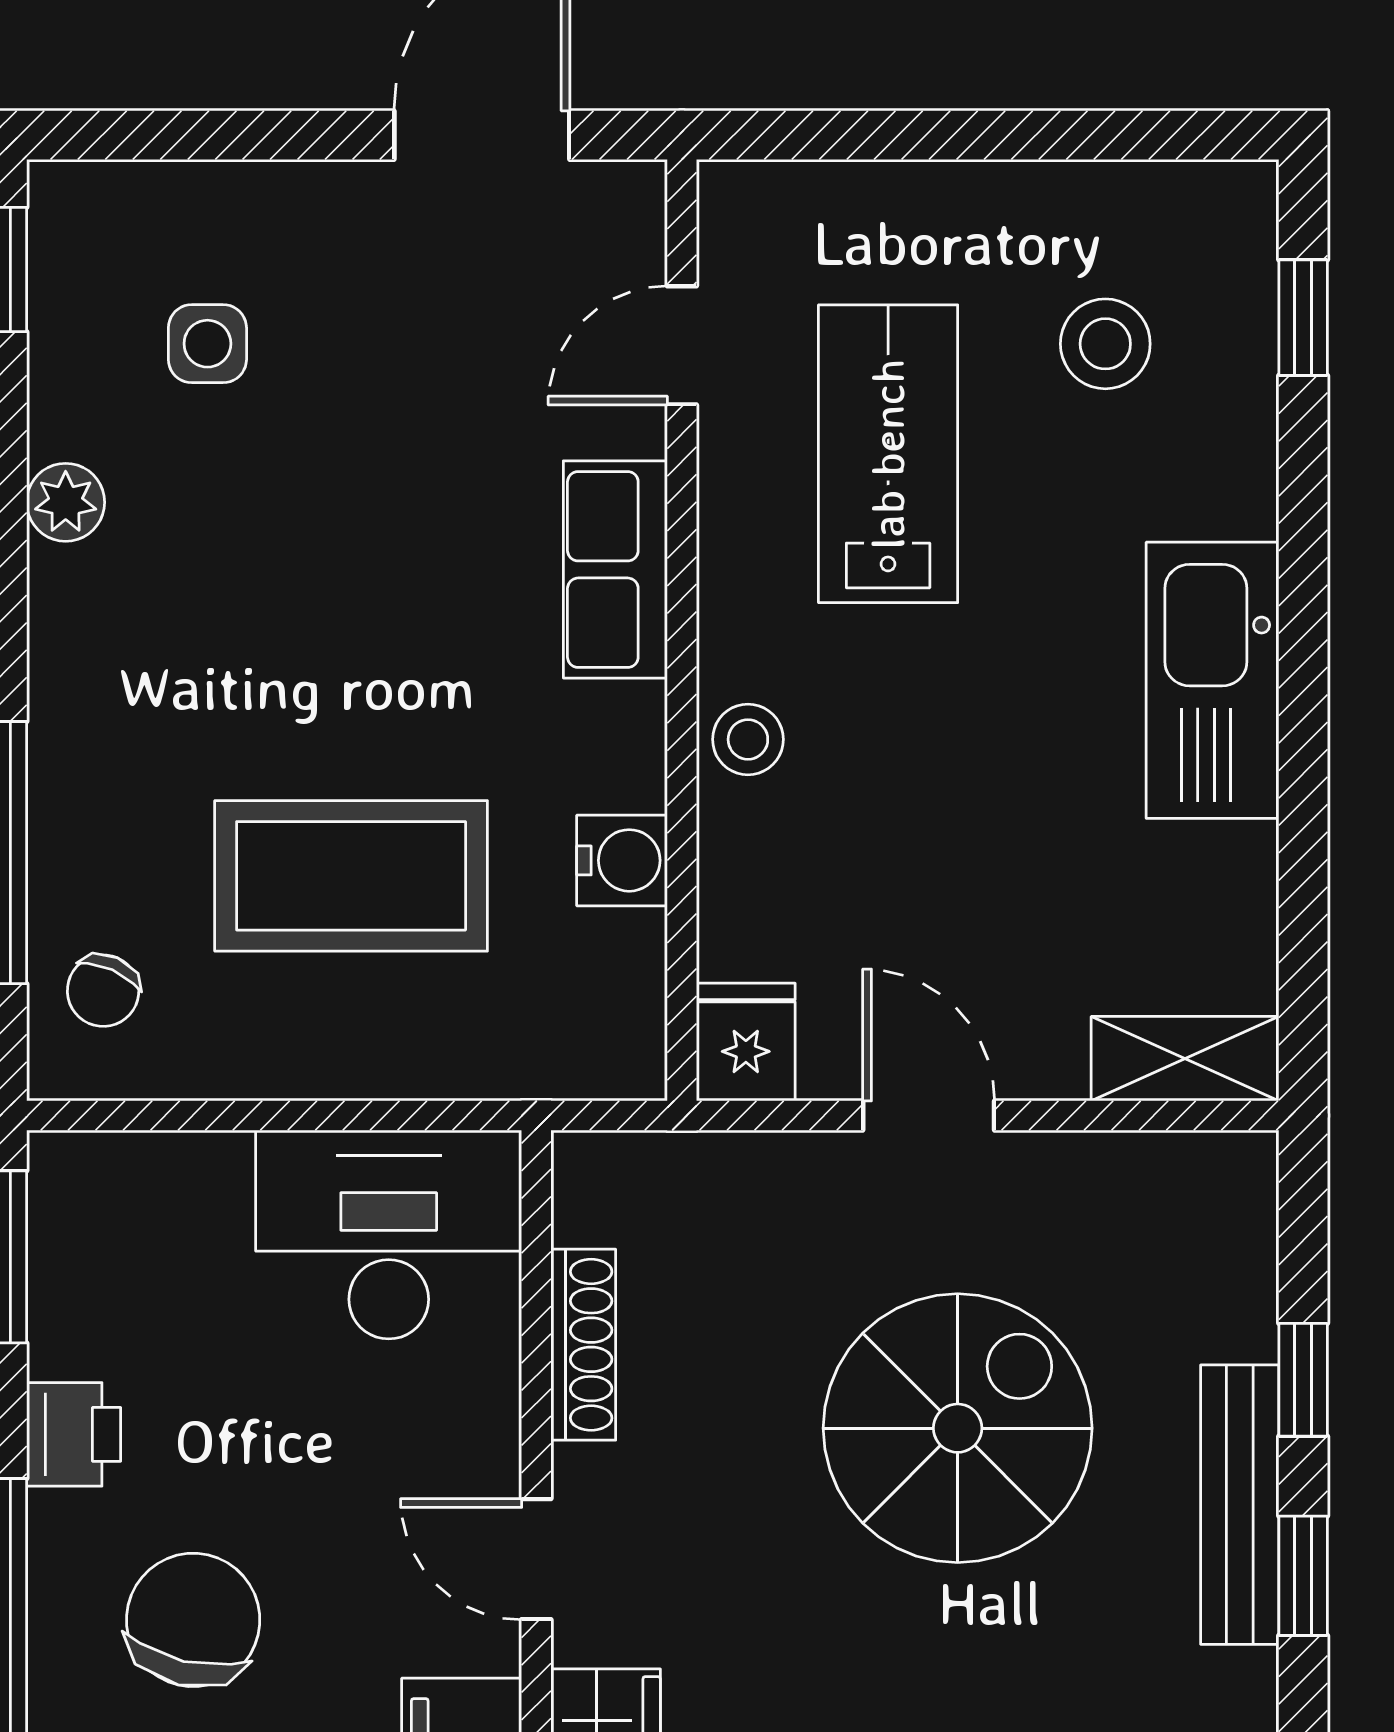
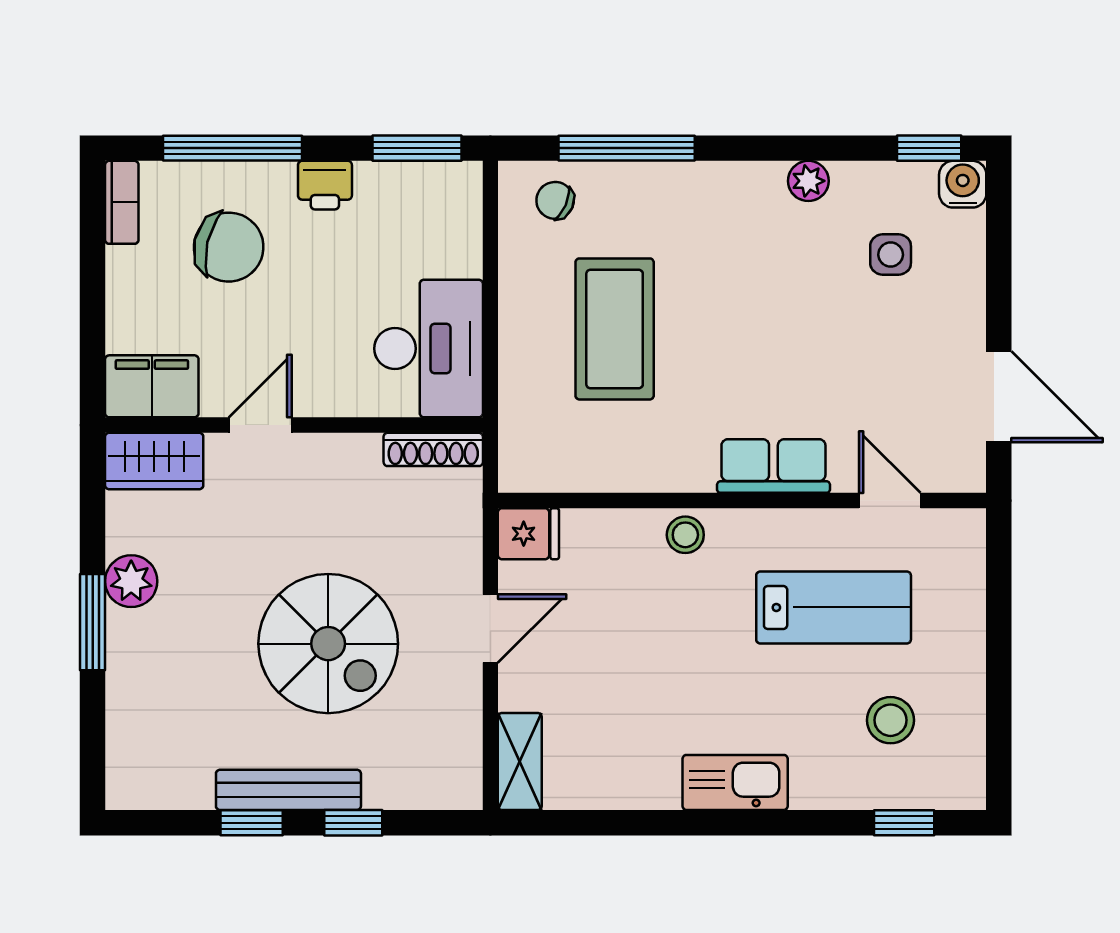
kitchen sink: (1213, 680) -> (735, 782), width x0.73, depth x0.81
water cooler: (622, 860) -> (963, 184), moved, turned 180
shoe rack: (583, 1345) -> (433, 449), moved

